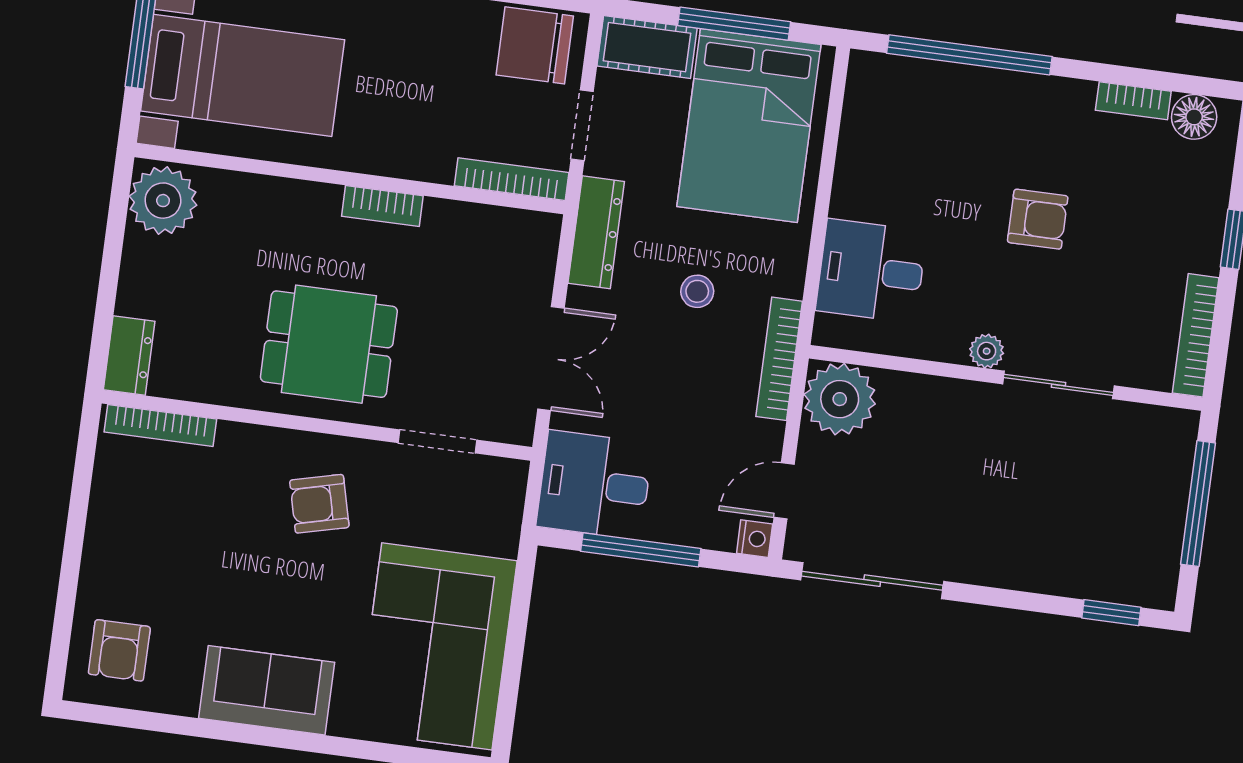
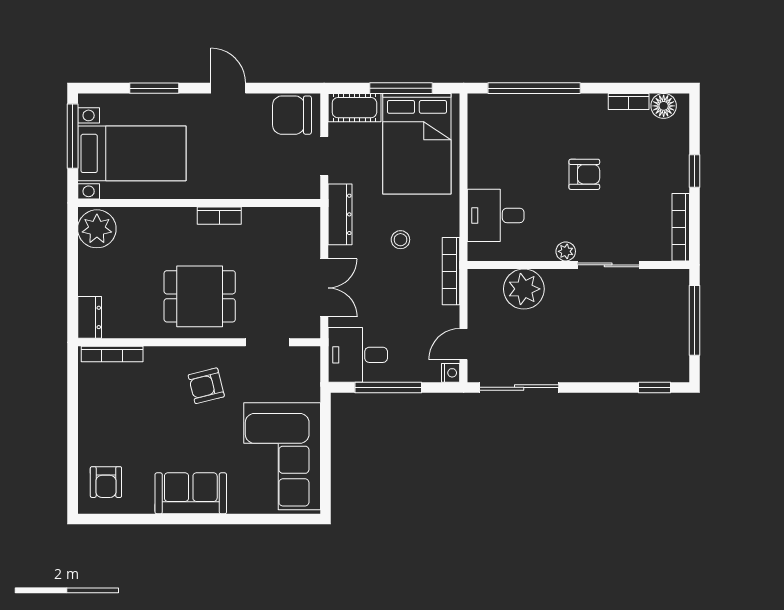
bookcase: (512, 179) -> (289, 191), removed
plant: (840, 399) -> (524, 289), moved

